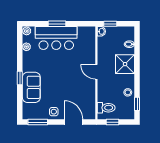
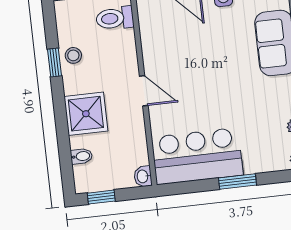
window: (110, 24) -> (101, 197), moved
bar counter: (56, 38) -> (197, 156), moved
window: (137, 104) -> (55, 63), moved

